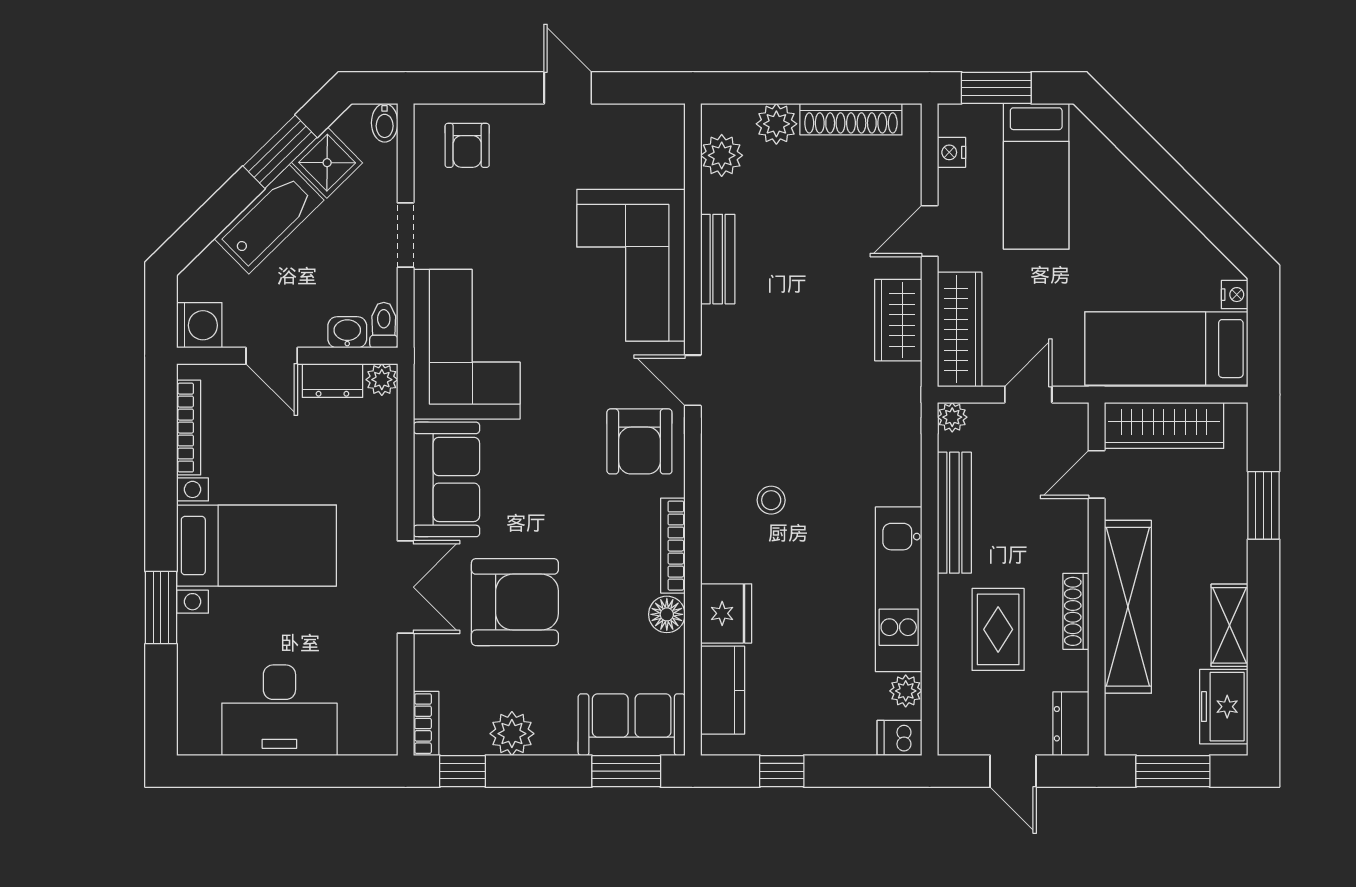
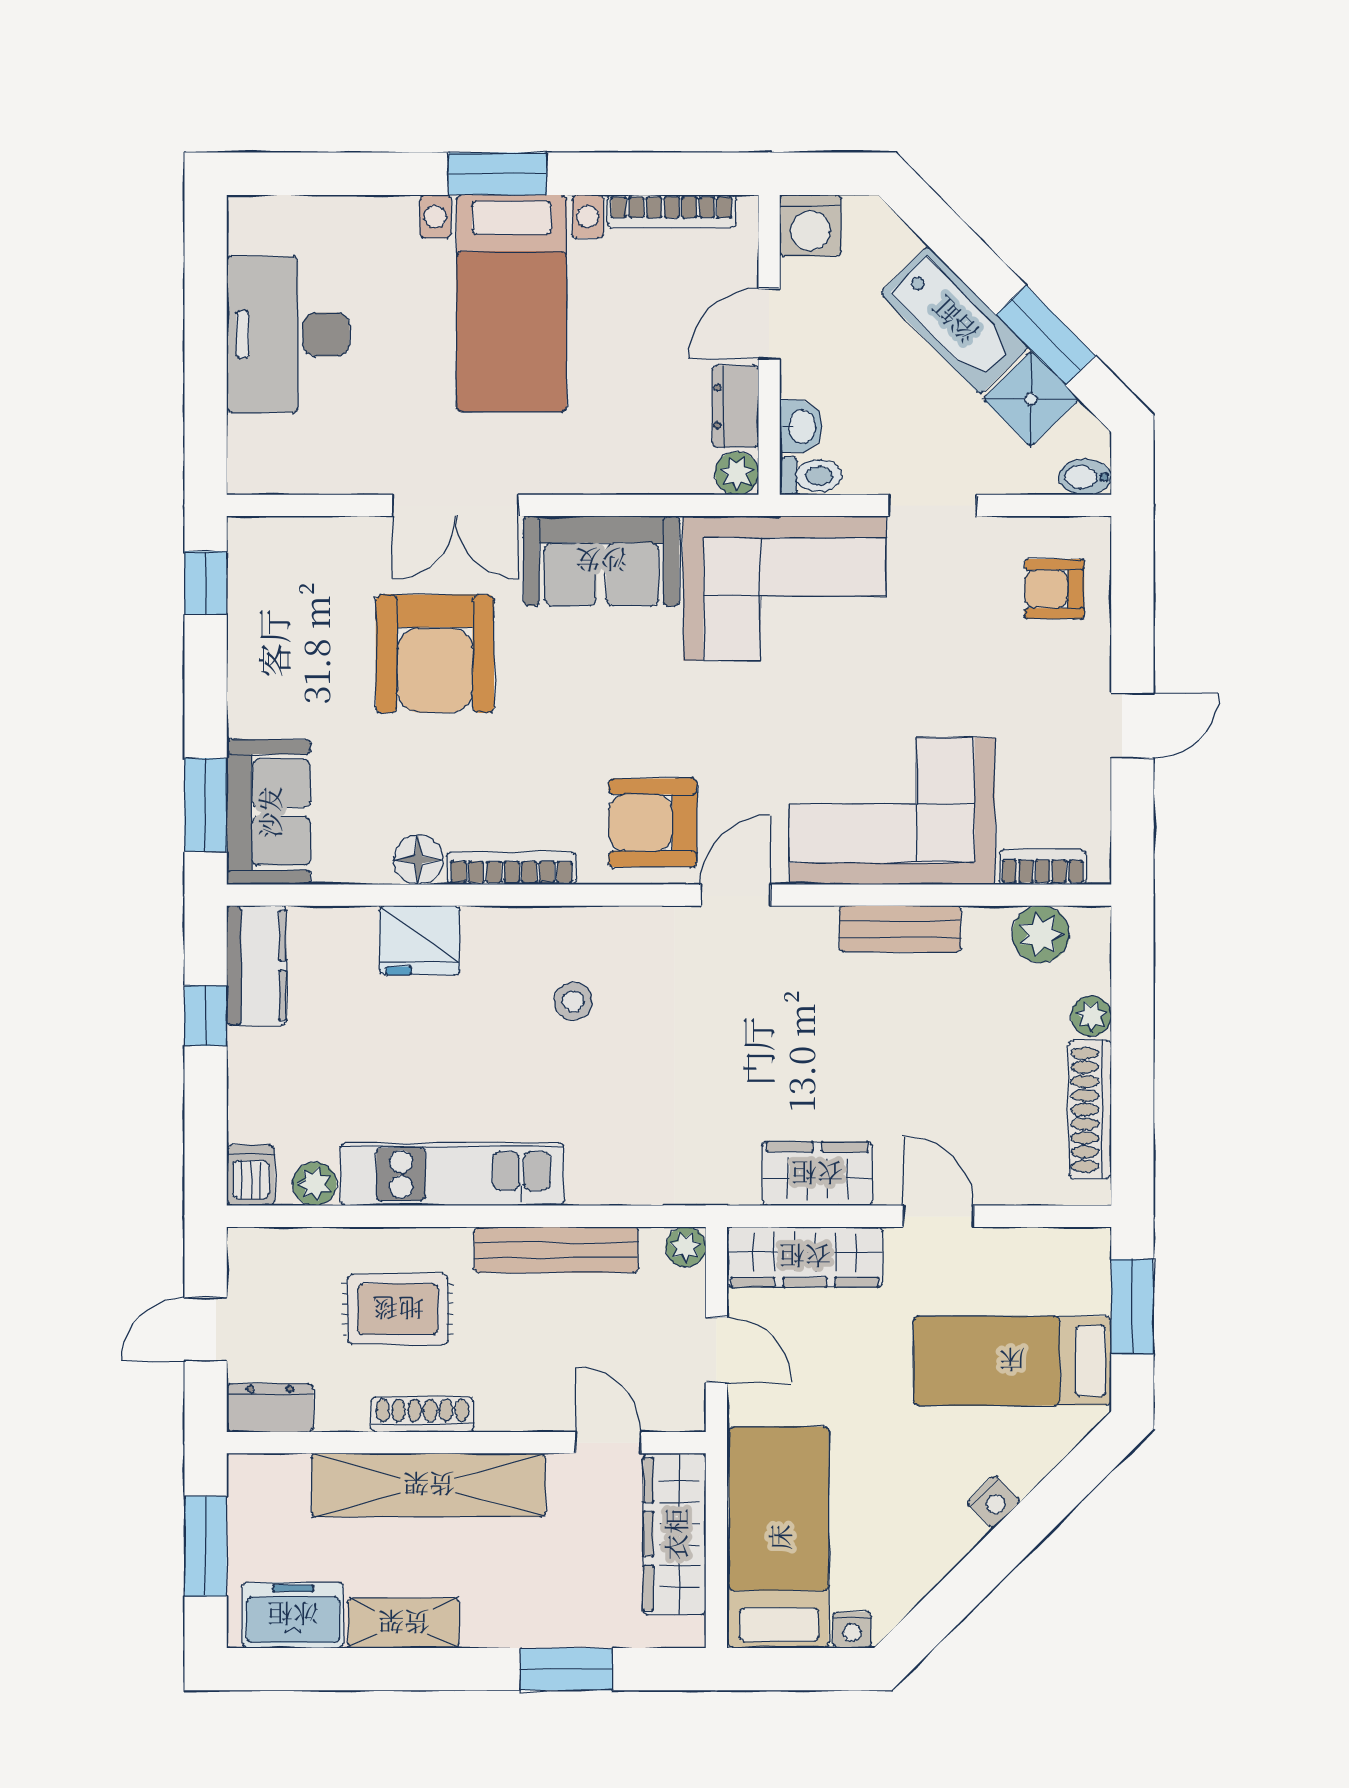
plant: (776, 124) -> (1091, 1016), width x0.73, depth x0.73
nightstand: (951, 152) -> (994, 1502), moved, turned 135
window: (161, 608) -> (498, 174), moved
kitchen counter: (723, 690) -> (257, 965), moved, turned -90
bookcase: (426, 724) -> (1043, 867), moved, turned 180
plant: (512, 734) -> (257, 650), removed

